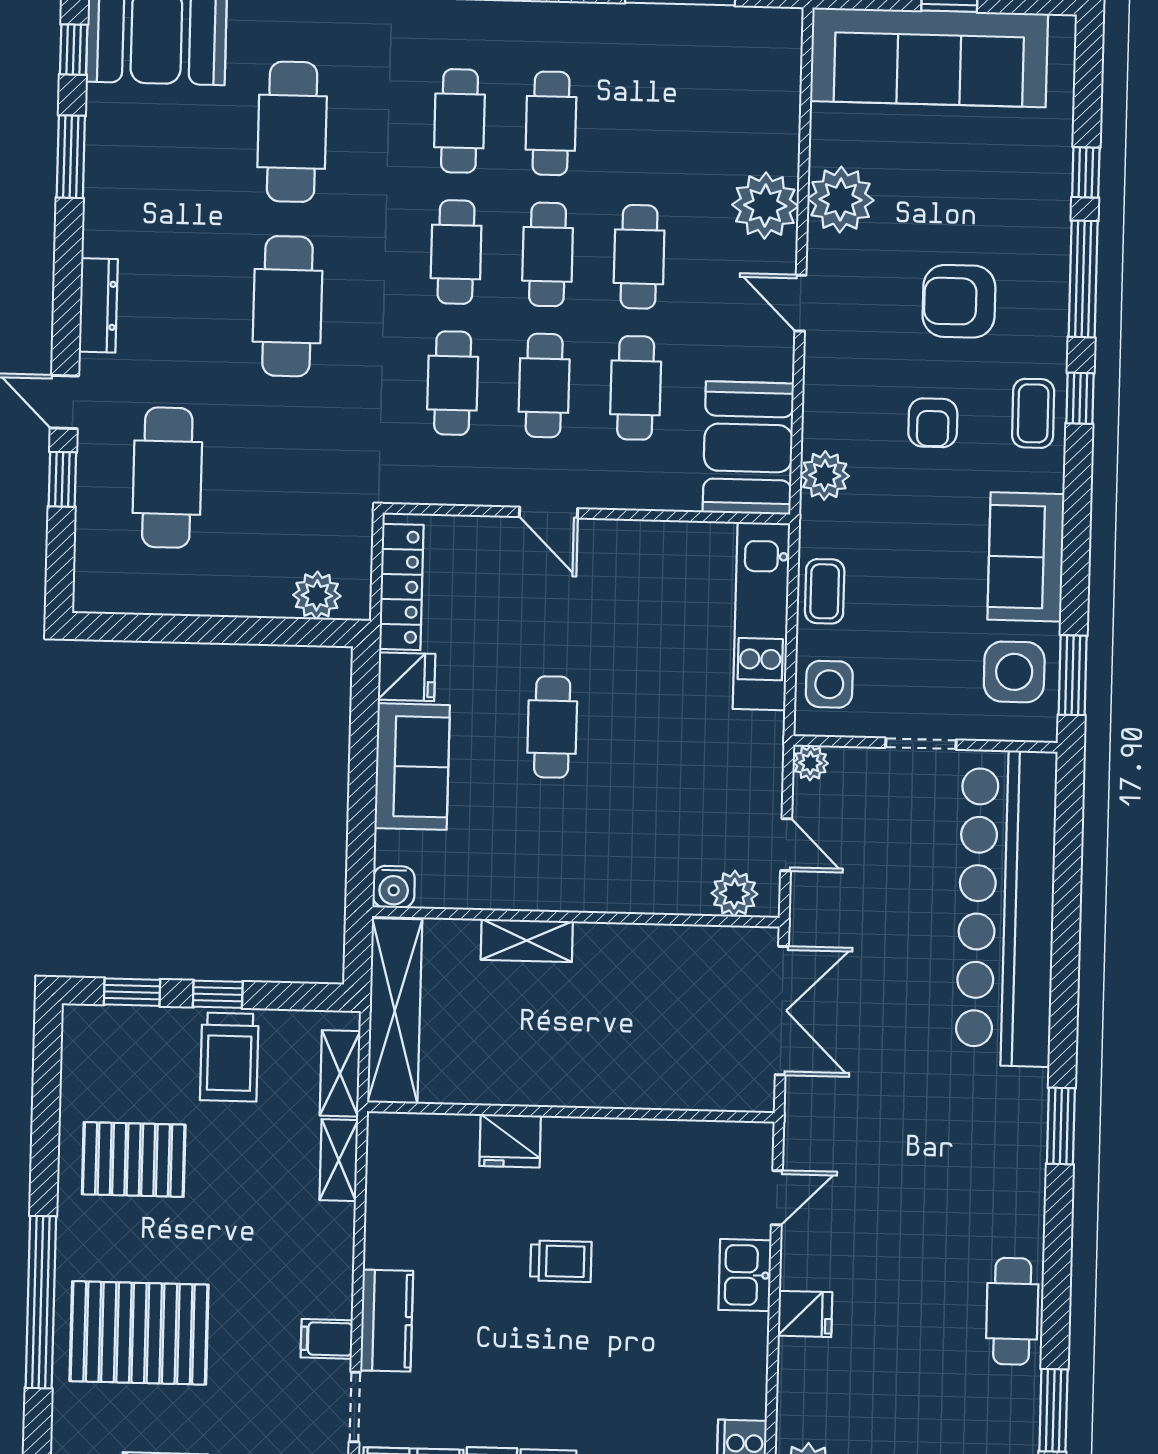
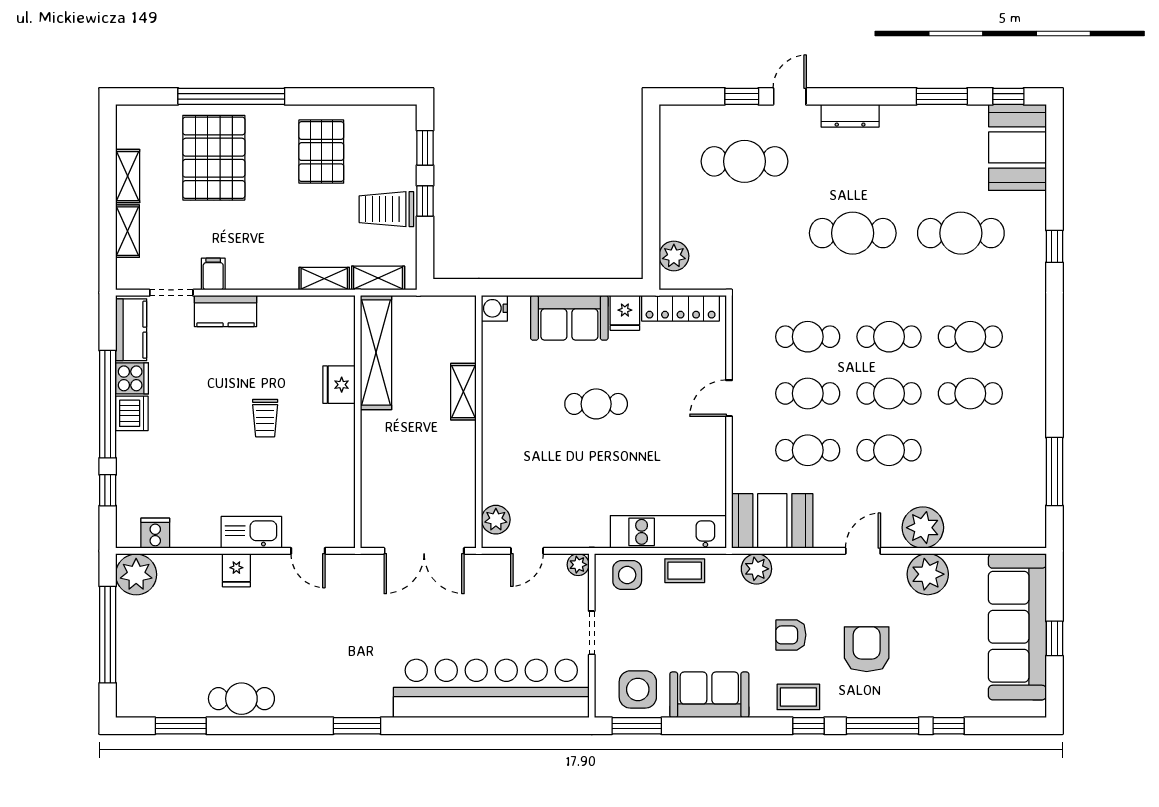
shelving: (395, 1011) -> (376, 353), moved, turned 90
kitchen sink: (745, 1275) -> (251, 532), width x1.38

